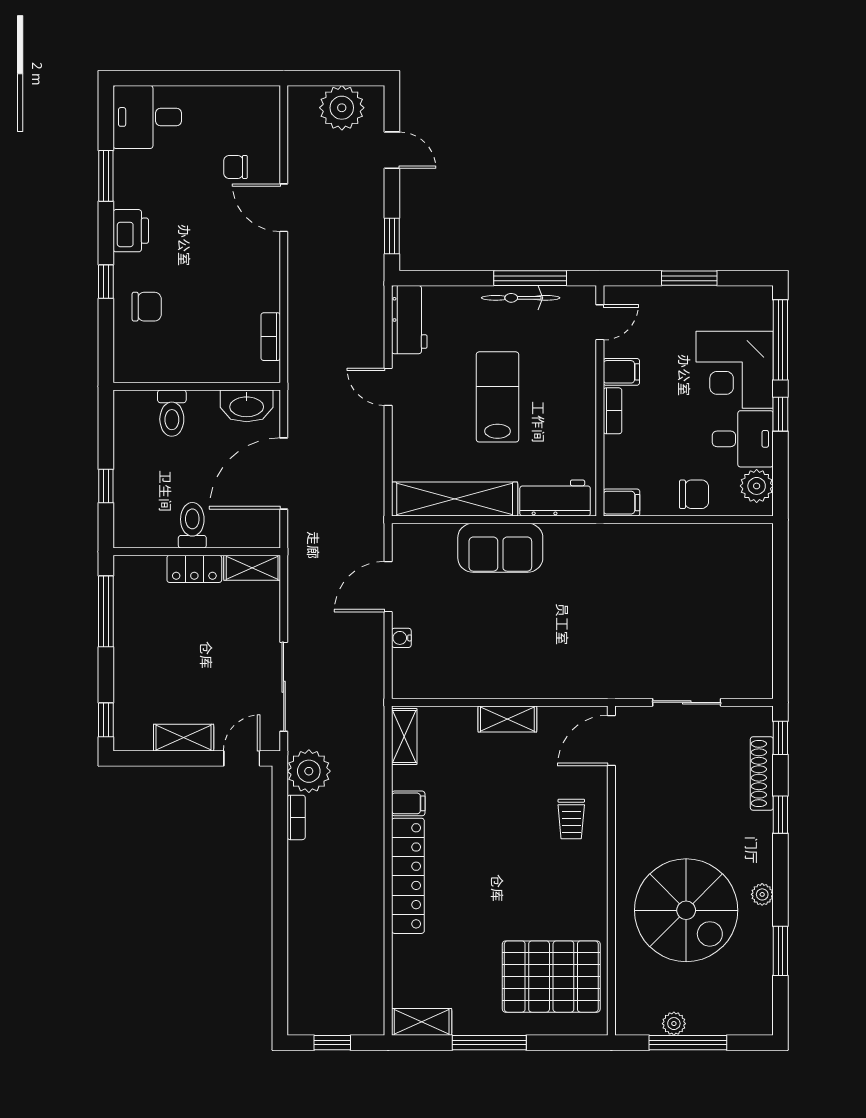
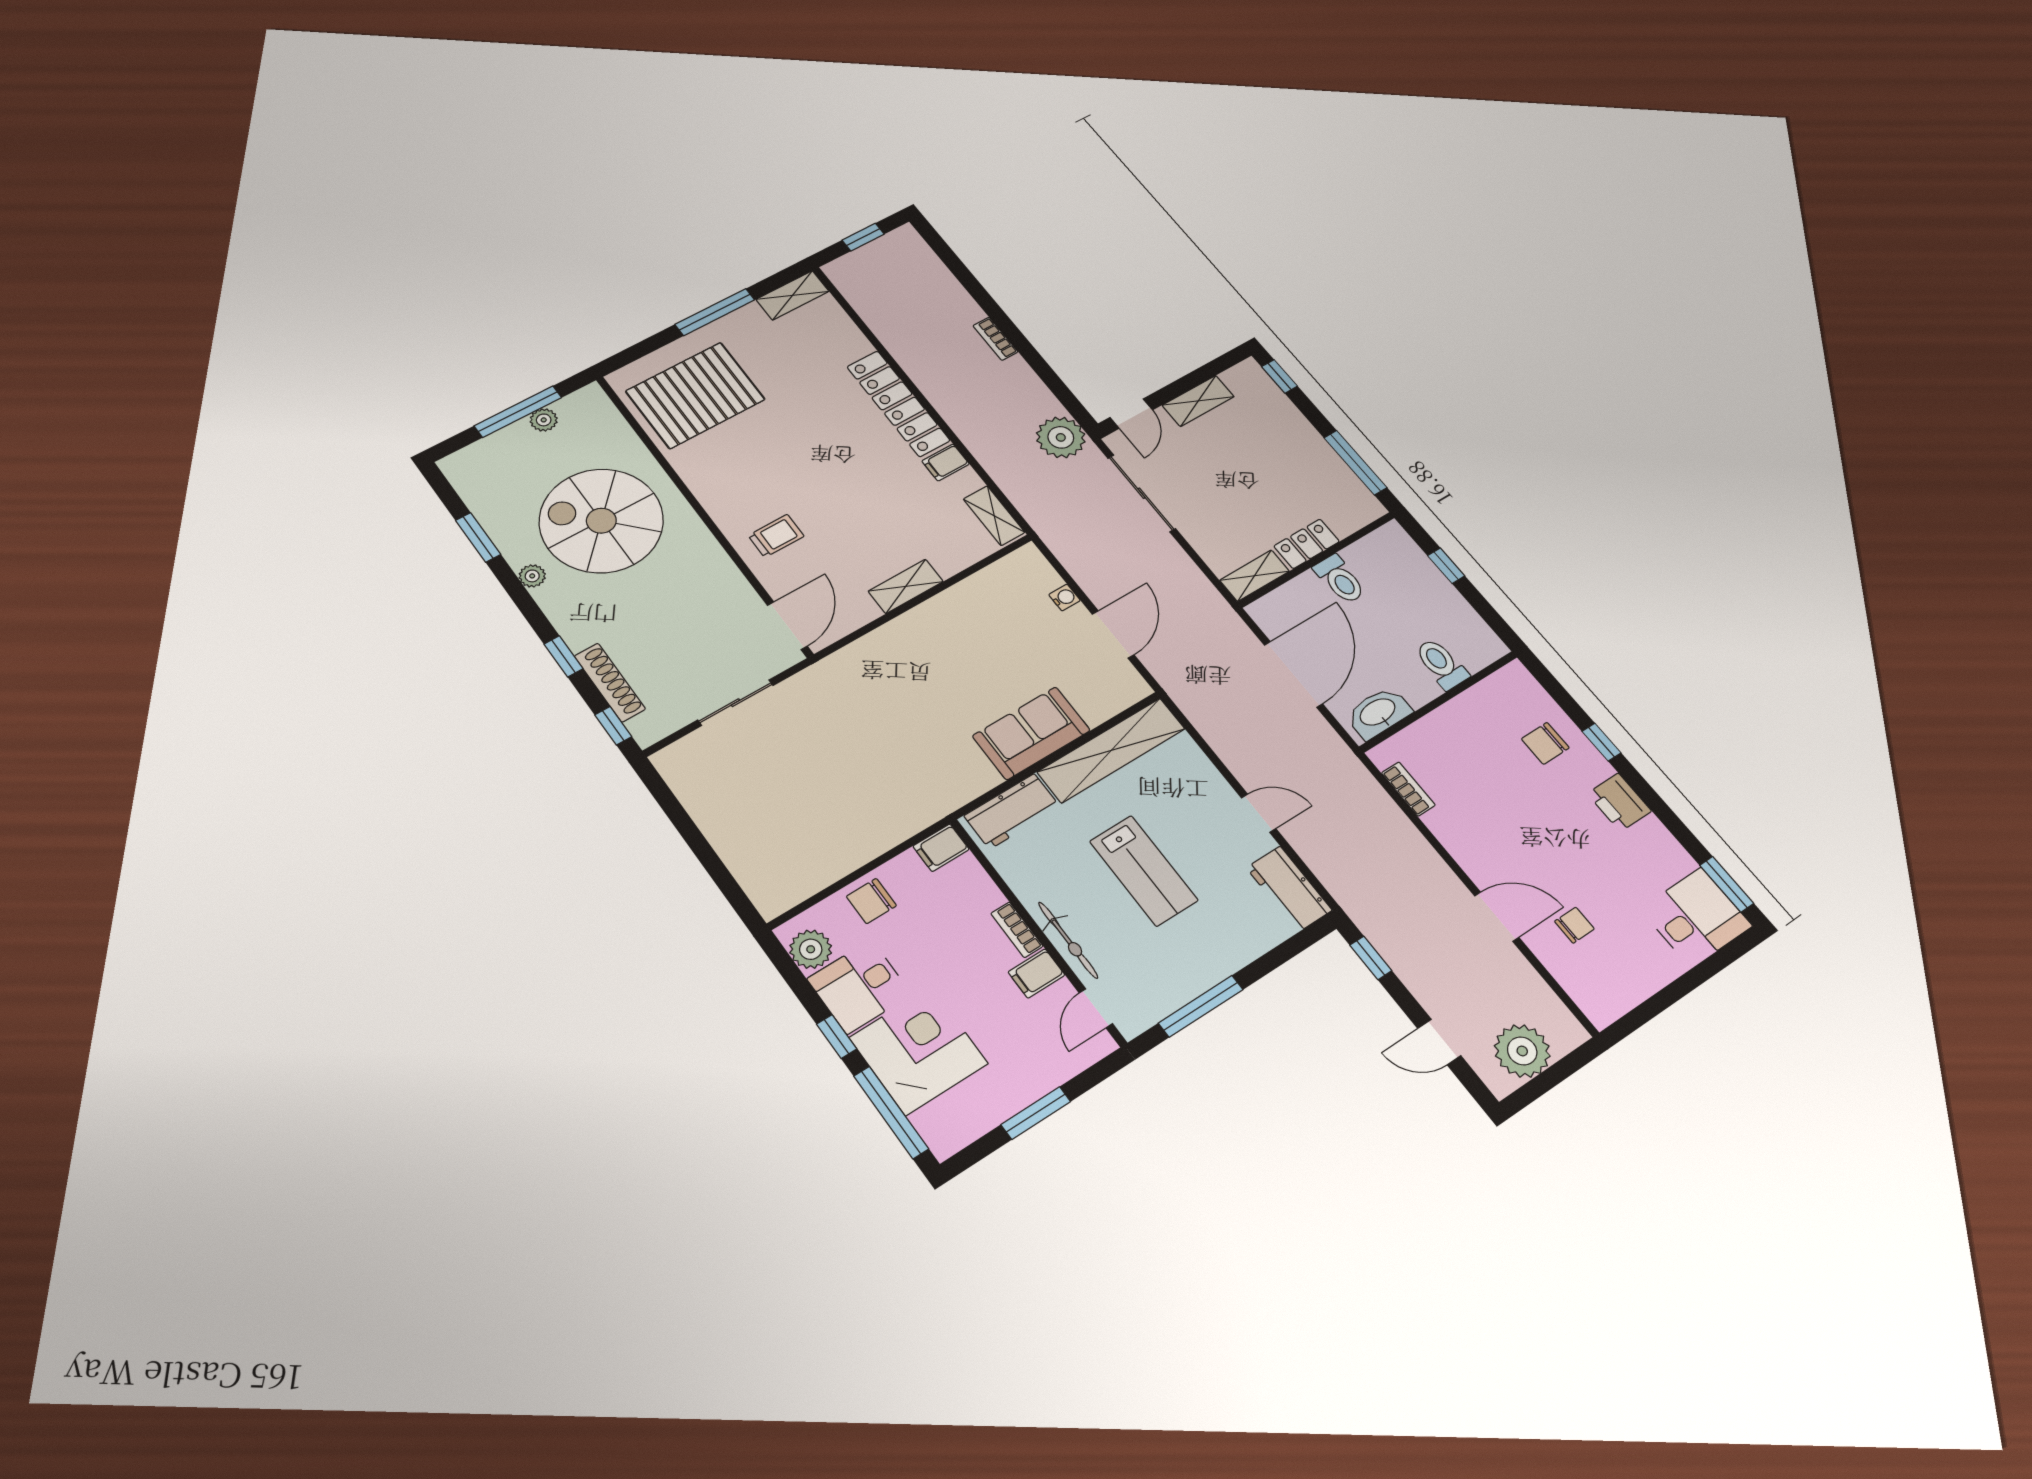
window: (106, 176) -> (1727, 884), moved
bicycle: (521, 298) -> (1068, 940), moved, turned 90
bookcase: (296, 817) -> (995, 339), moved
trolley: (571, 819) -> (776, 536), turned 90

